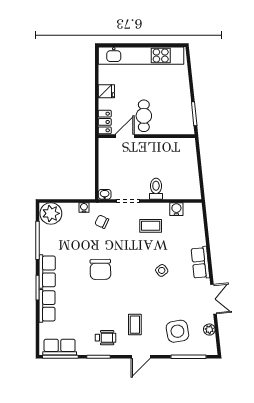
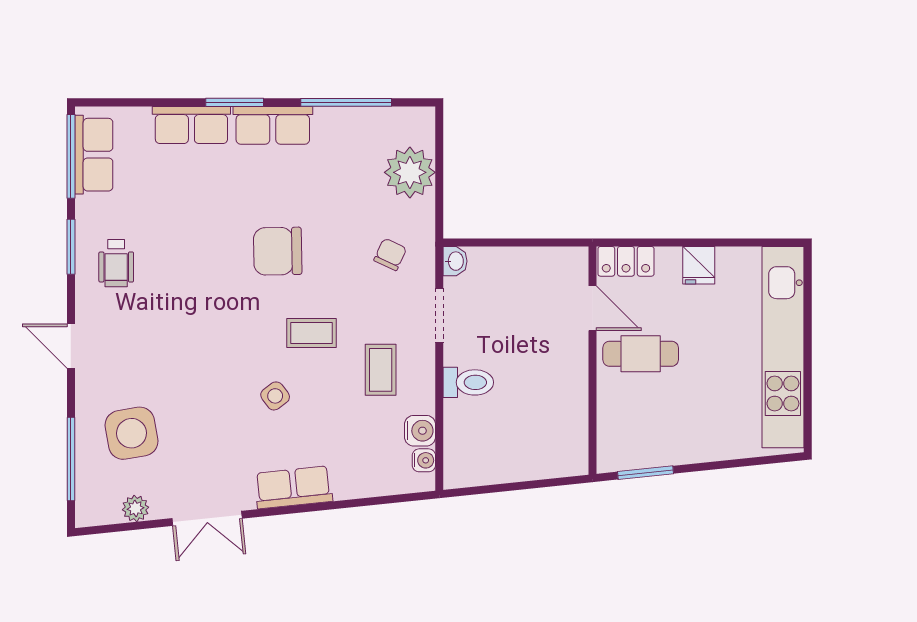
water cooler: (84, 208) -> (424, 460), moved
plant: (51, 213) -> (410, 172), moved
coffee table: (135, 325) -> (311, 333), moved

